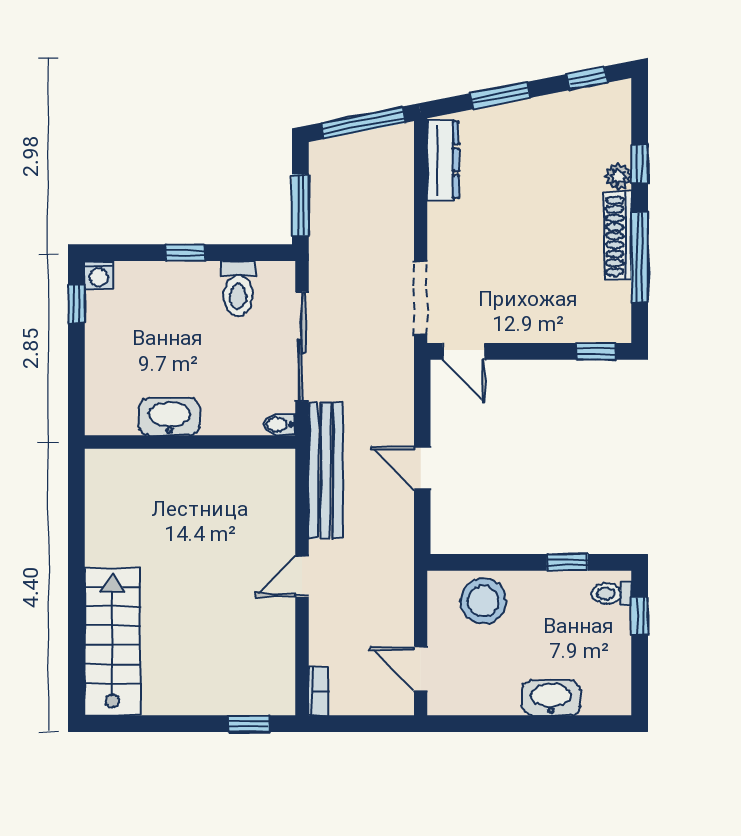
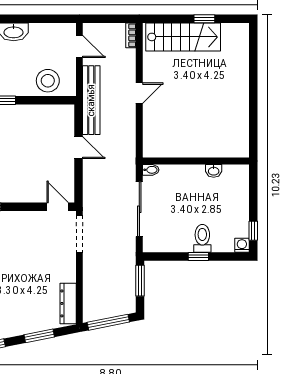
toilet: (238, 289) -> (202, 238), moved
washbasin: (169, 417) -> (214, 171), width x0.52, depth x0.69
bench: (326, 470) -> (91, 100), moved
stairs: (112, 642) -> (183, 37), moved, turned -90
window: (249, 724) -> (204, 19), moved

